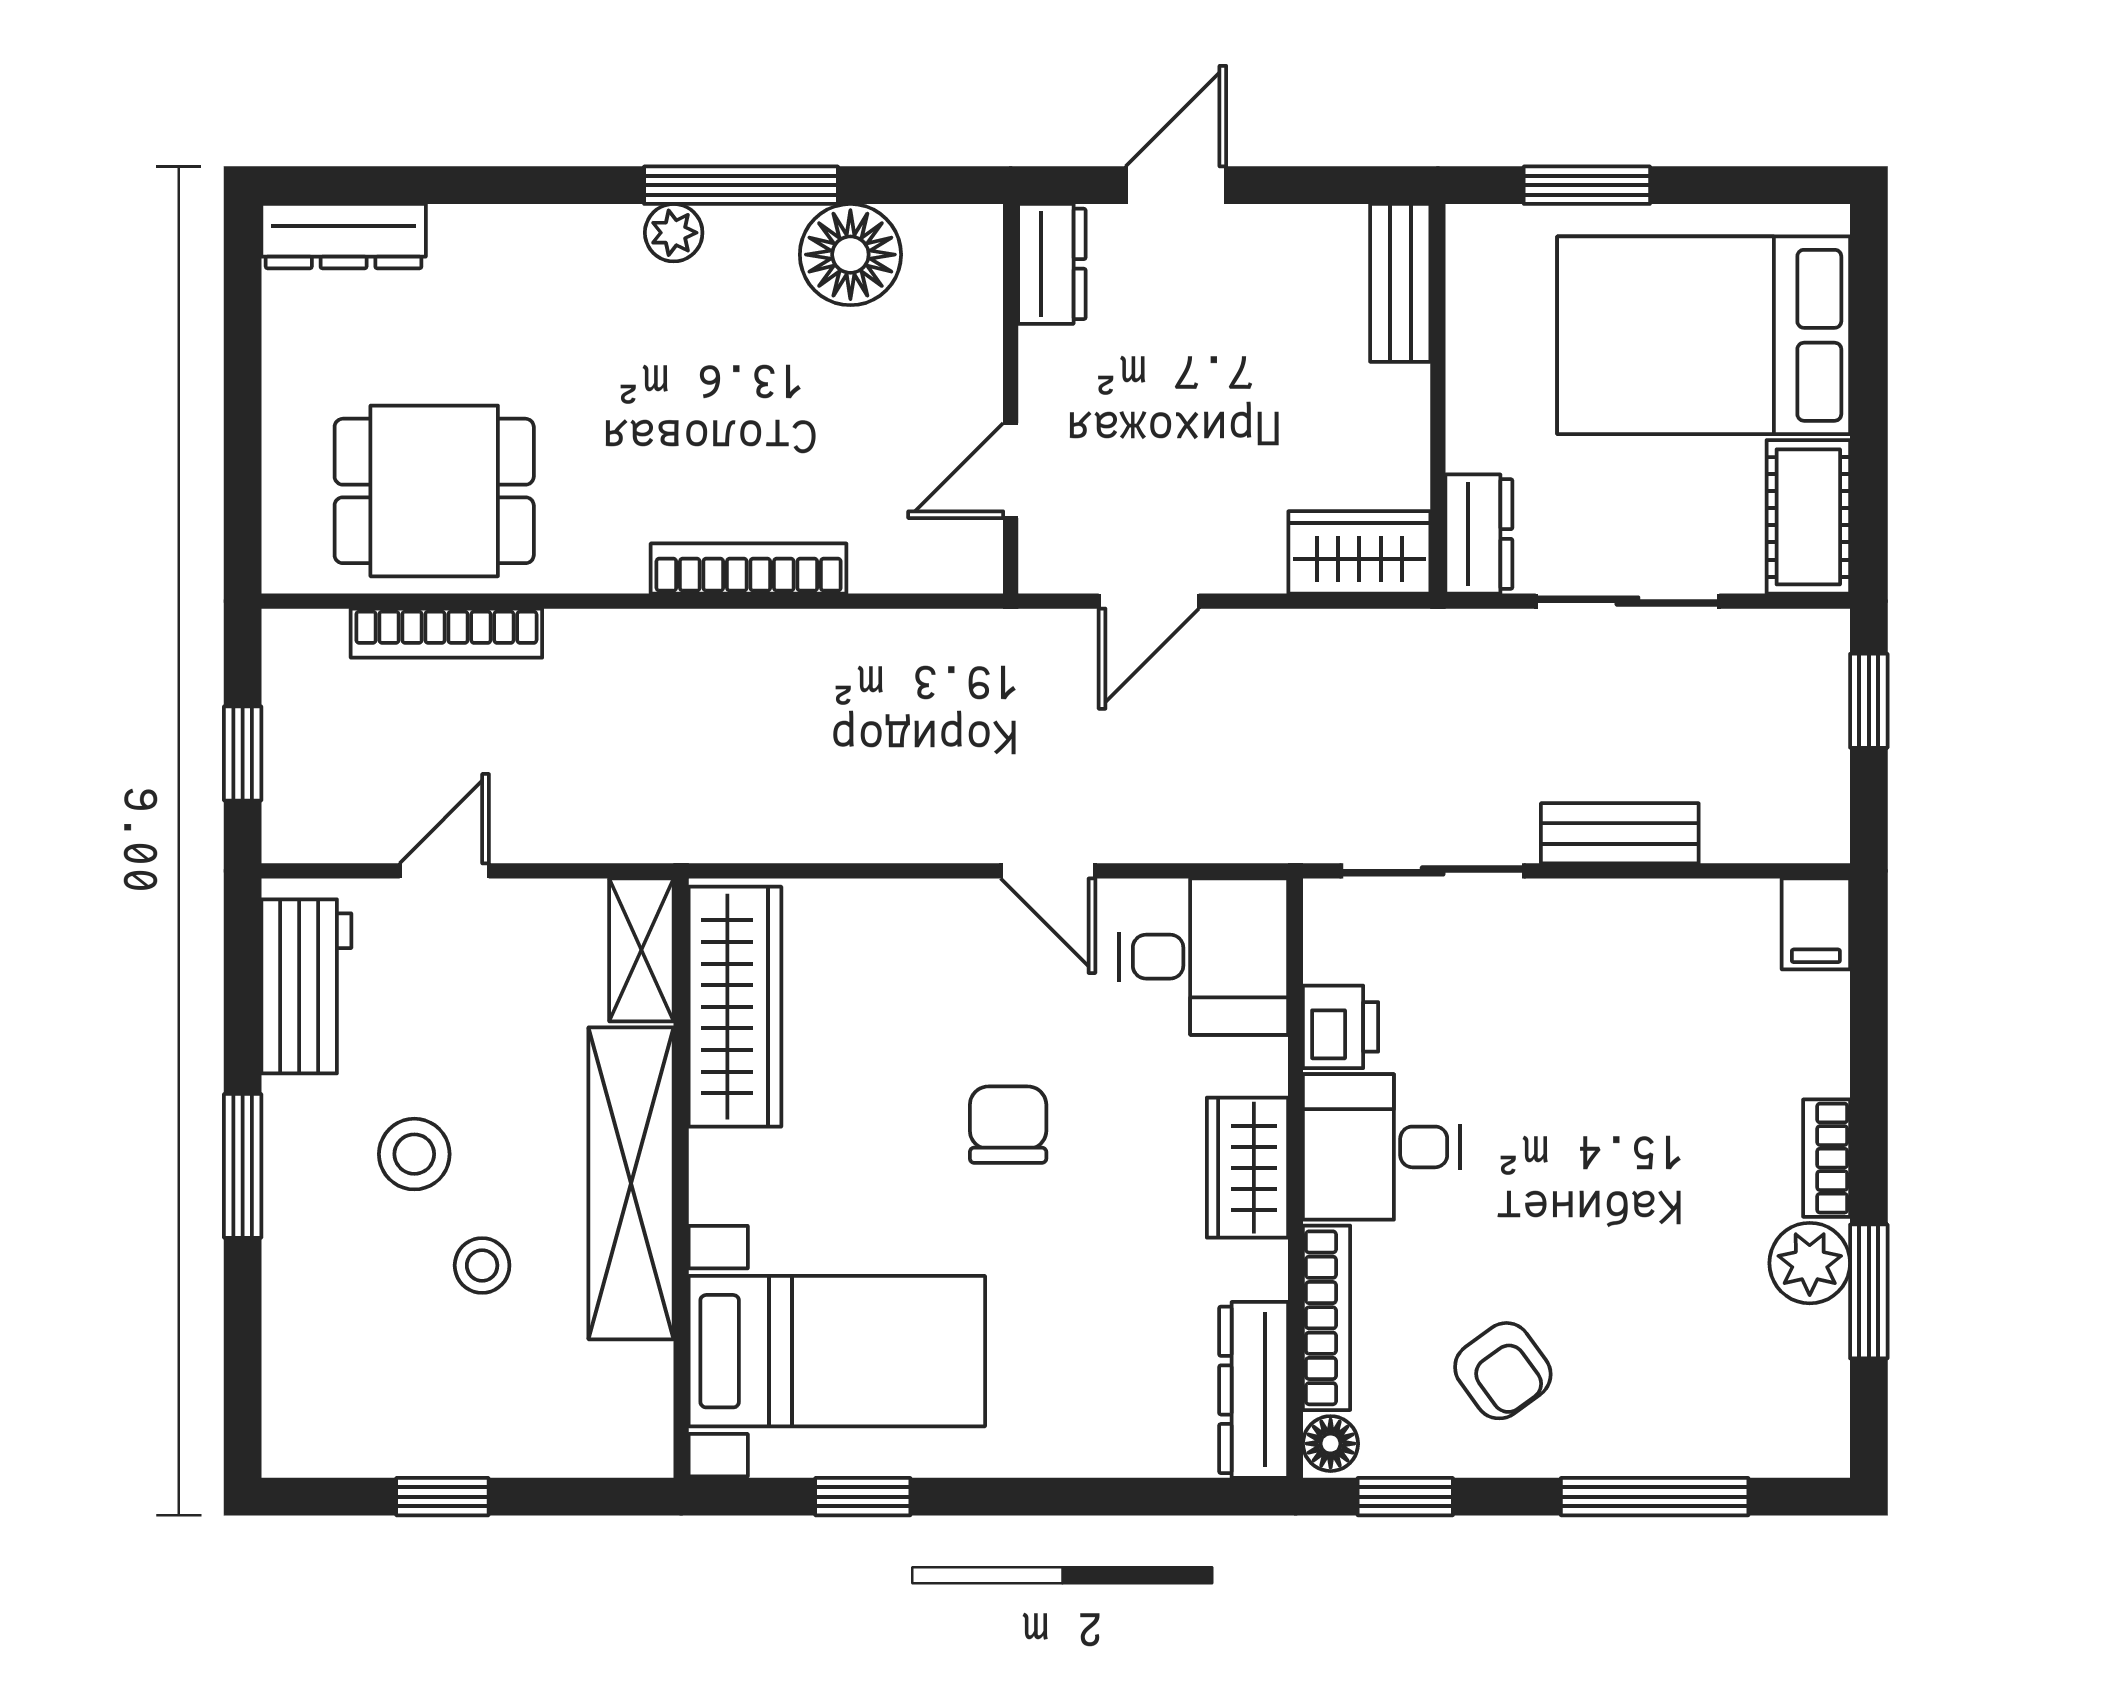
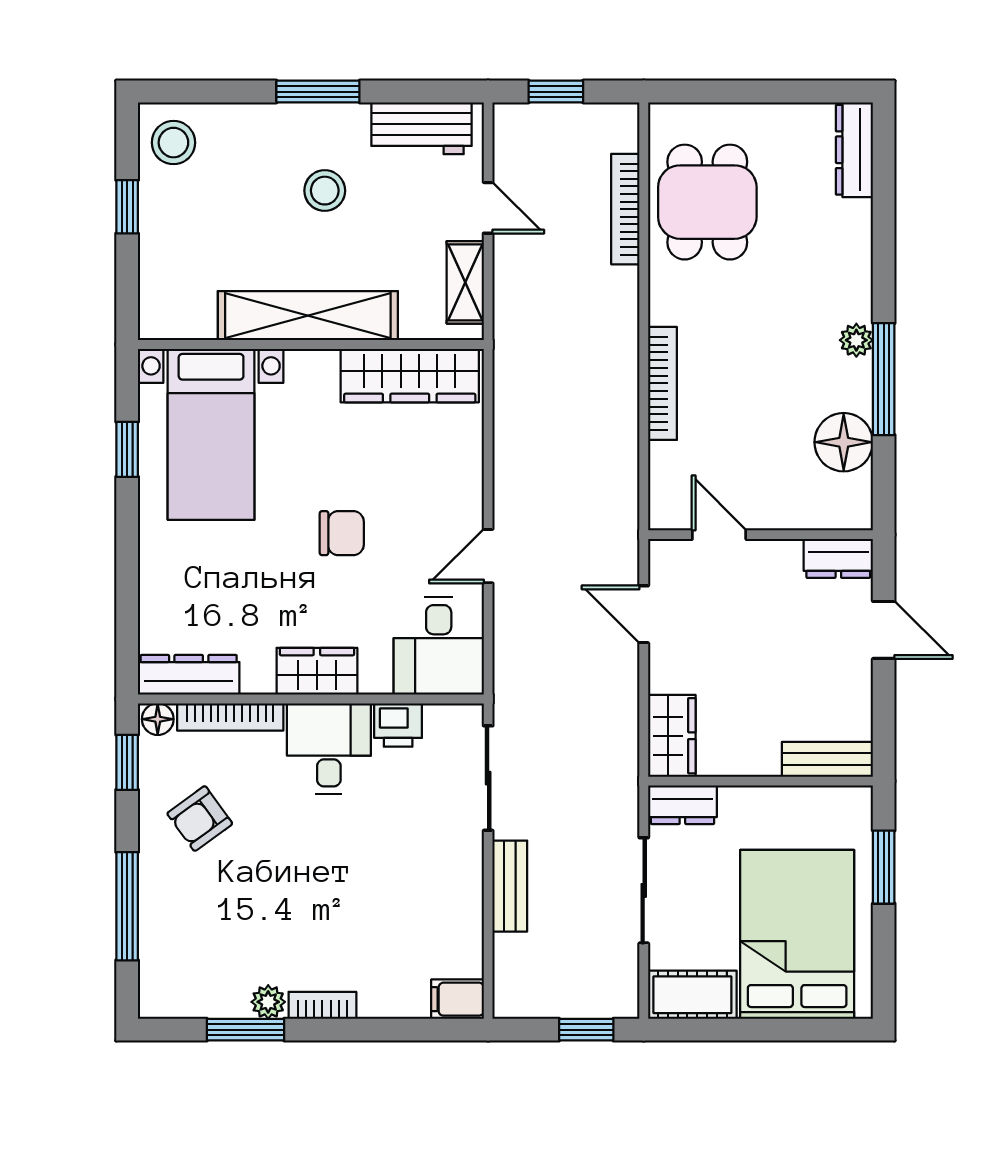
shelving: (641, 950) -> (465, 282), moved, turned 90
plant: (1810, 1263) -> (268, 1002), width x0.73, depth x0.73
stool: (482, 1265) -> (173, 143), moved, width x1.37, depth x1.37

